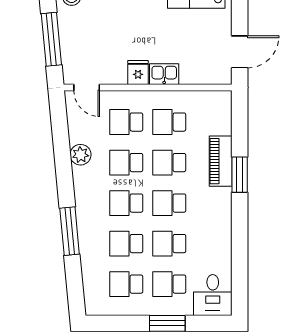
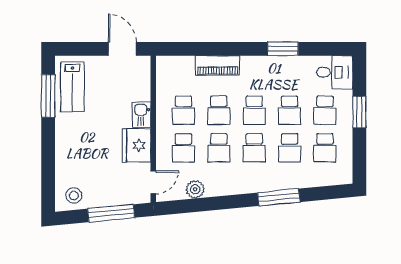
fridge: (138, 72) -> (137, 145), width x1.88, depth x1.34
plant: (81, 155) -> (195, 189), moved
window: (240, 175) -> (283, 49), moved

